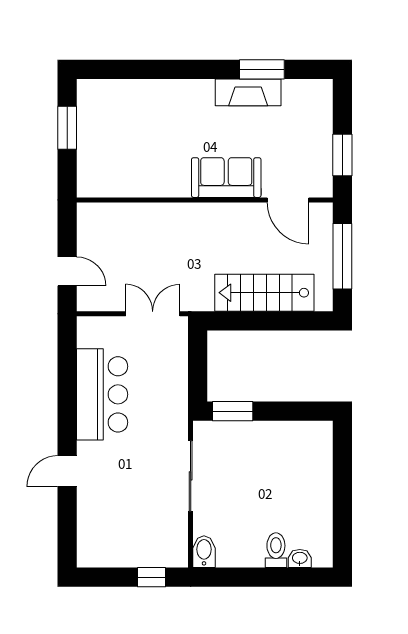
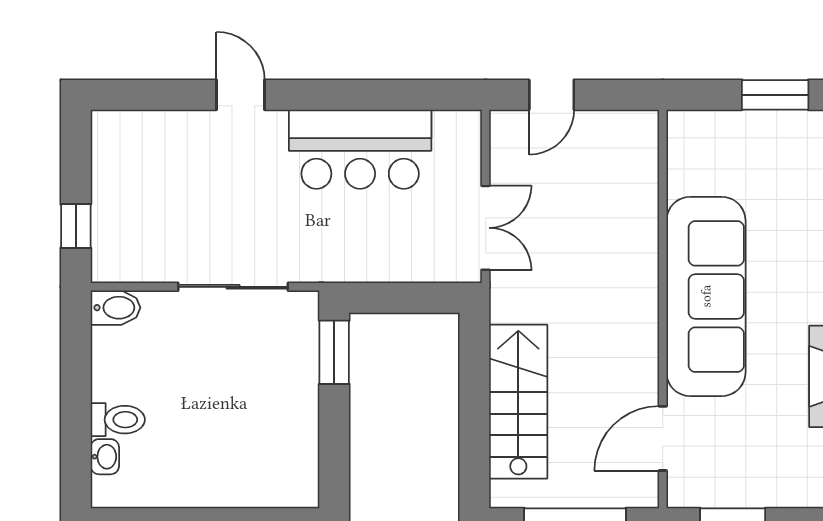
sofa: (226, 178) -> (706, 296), width x1.85, depth x1.27

